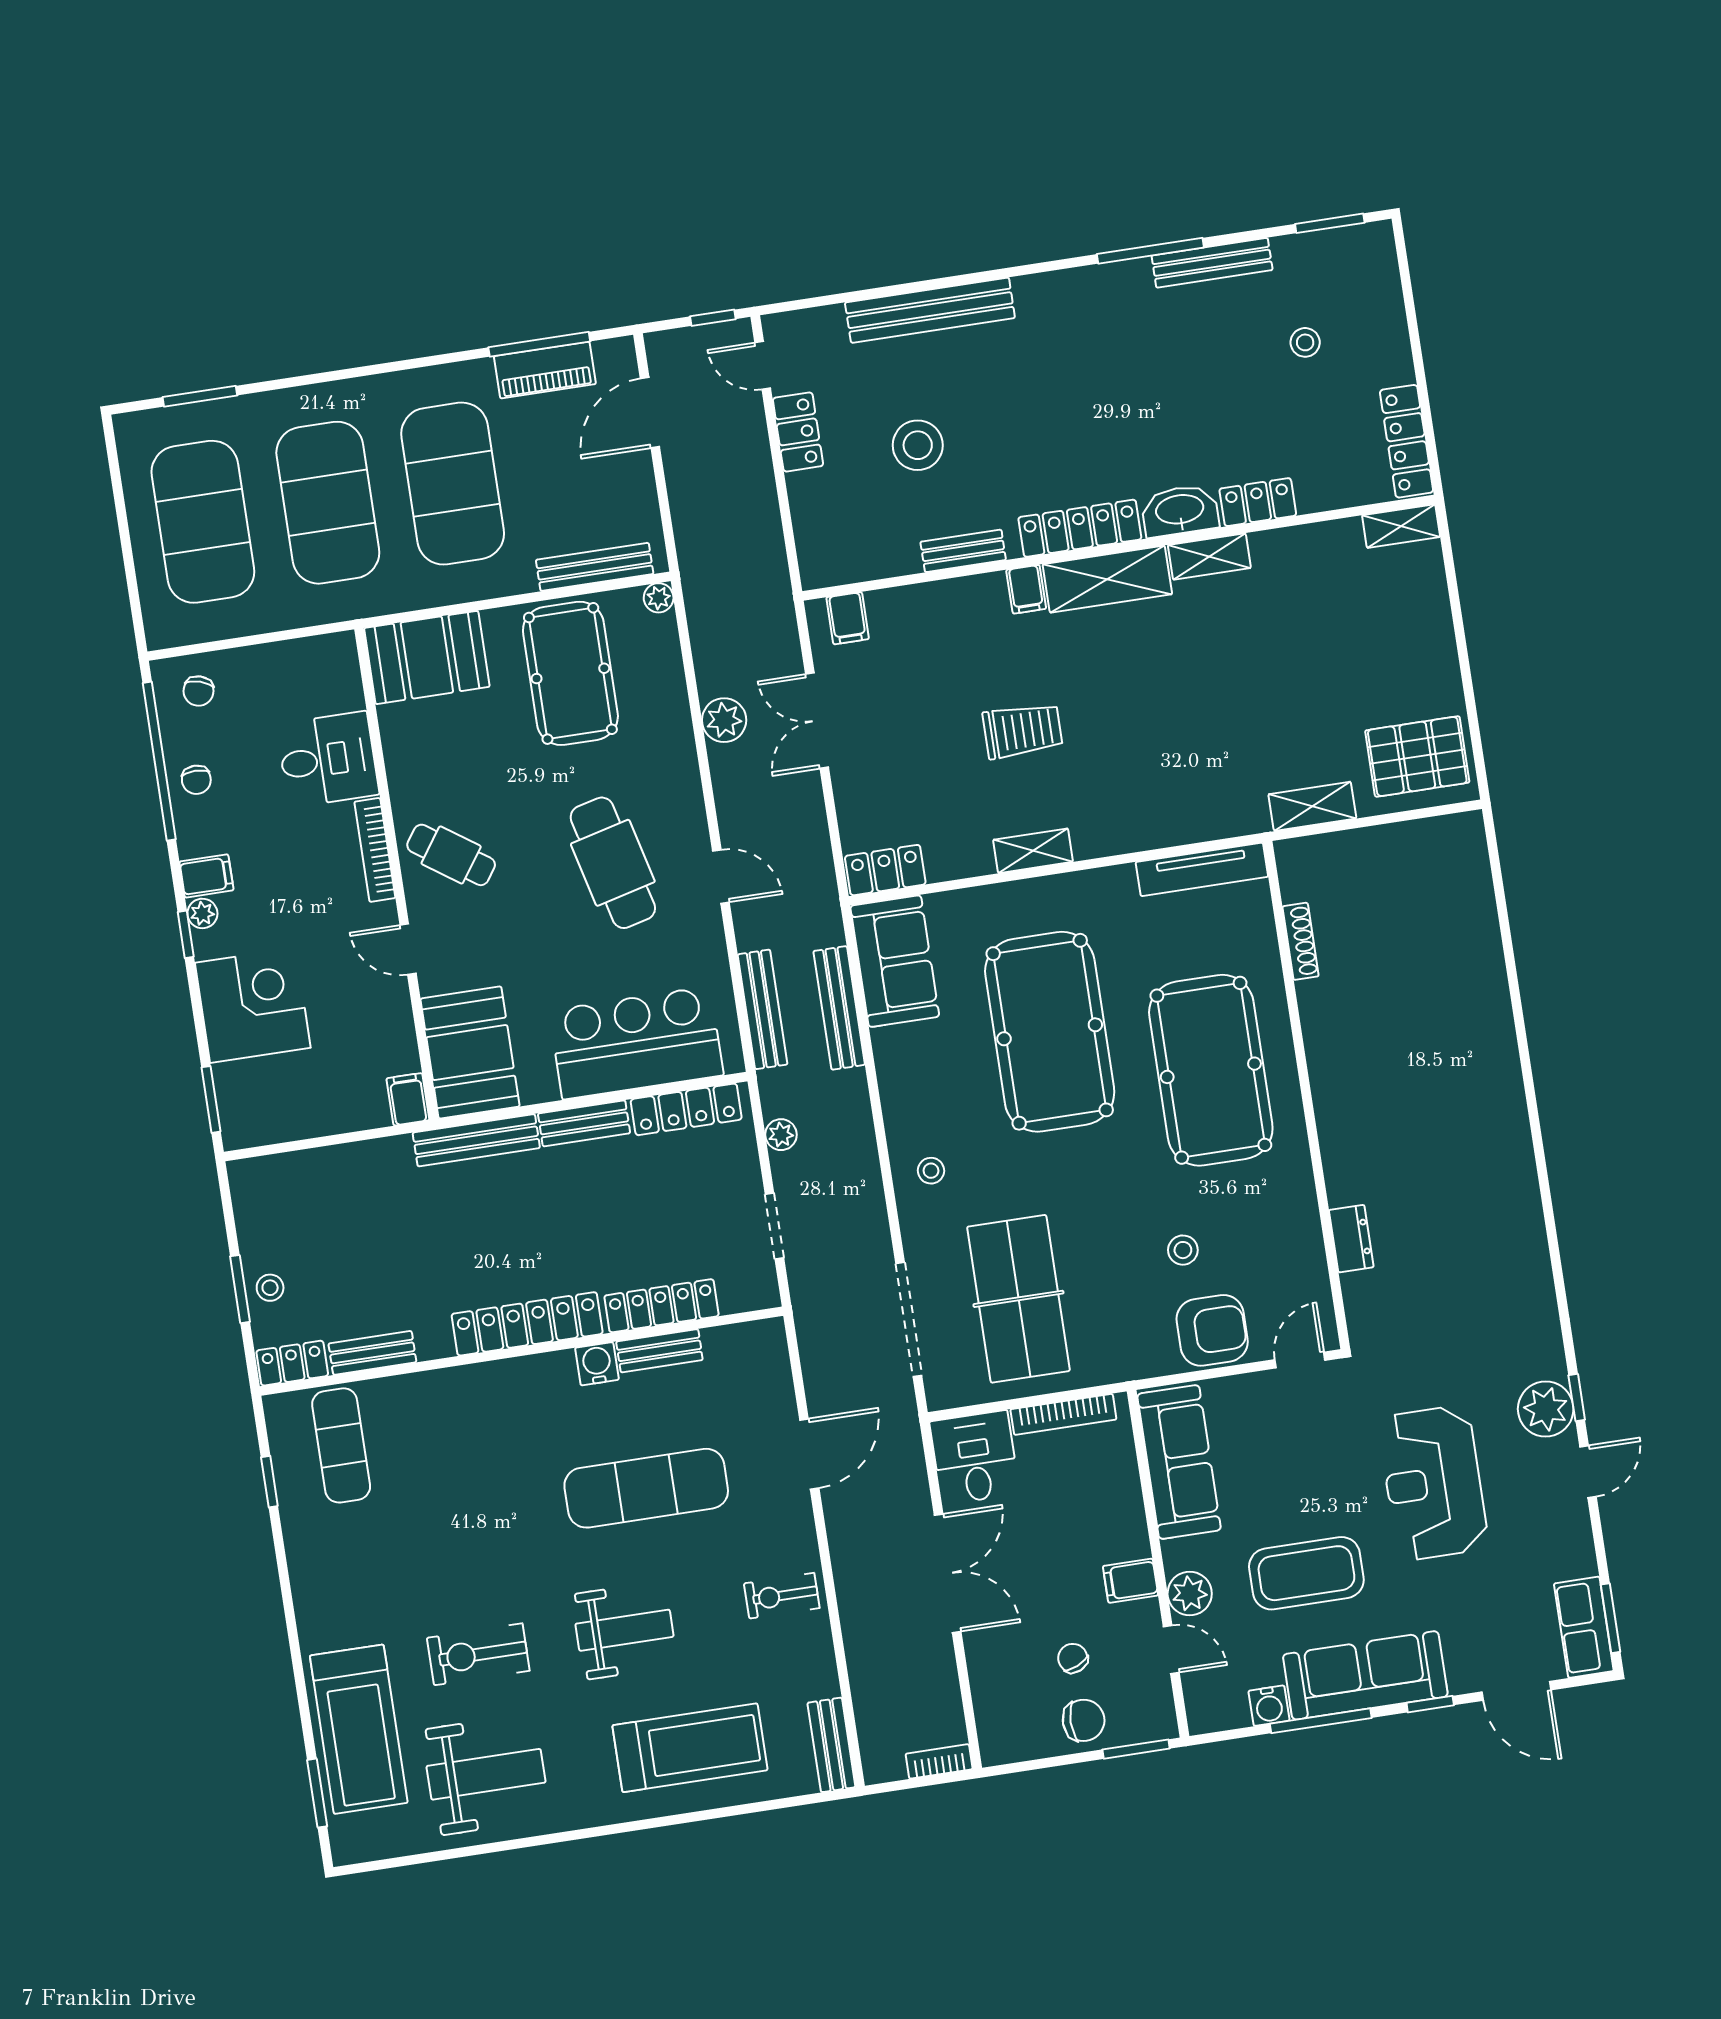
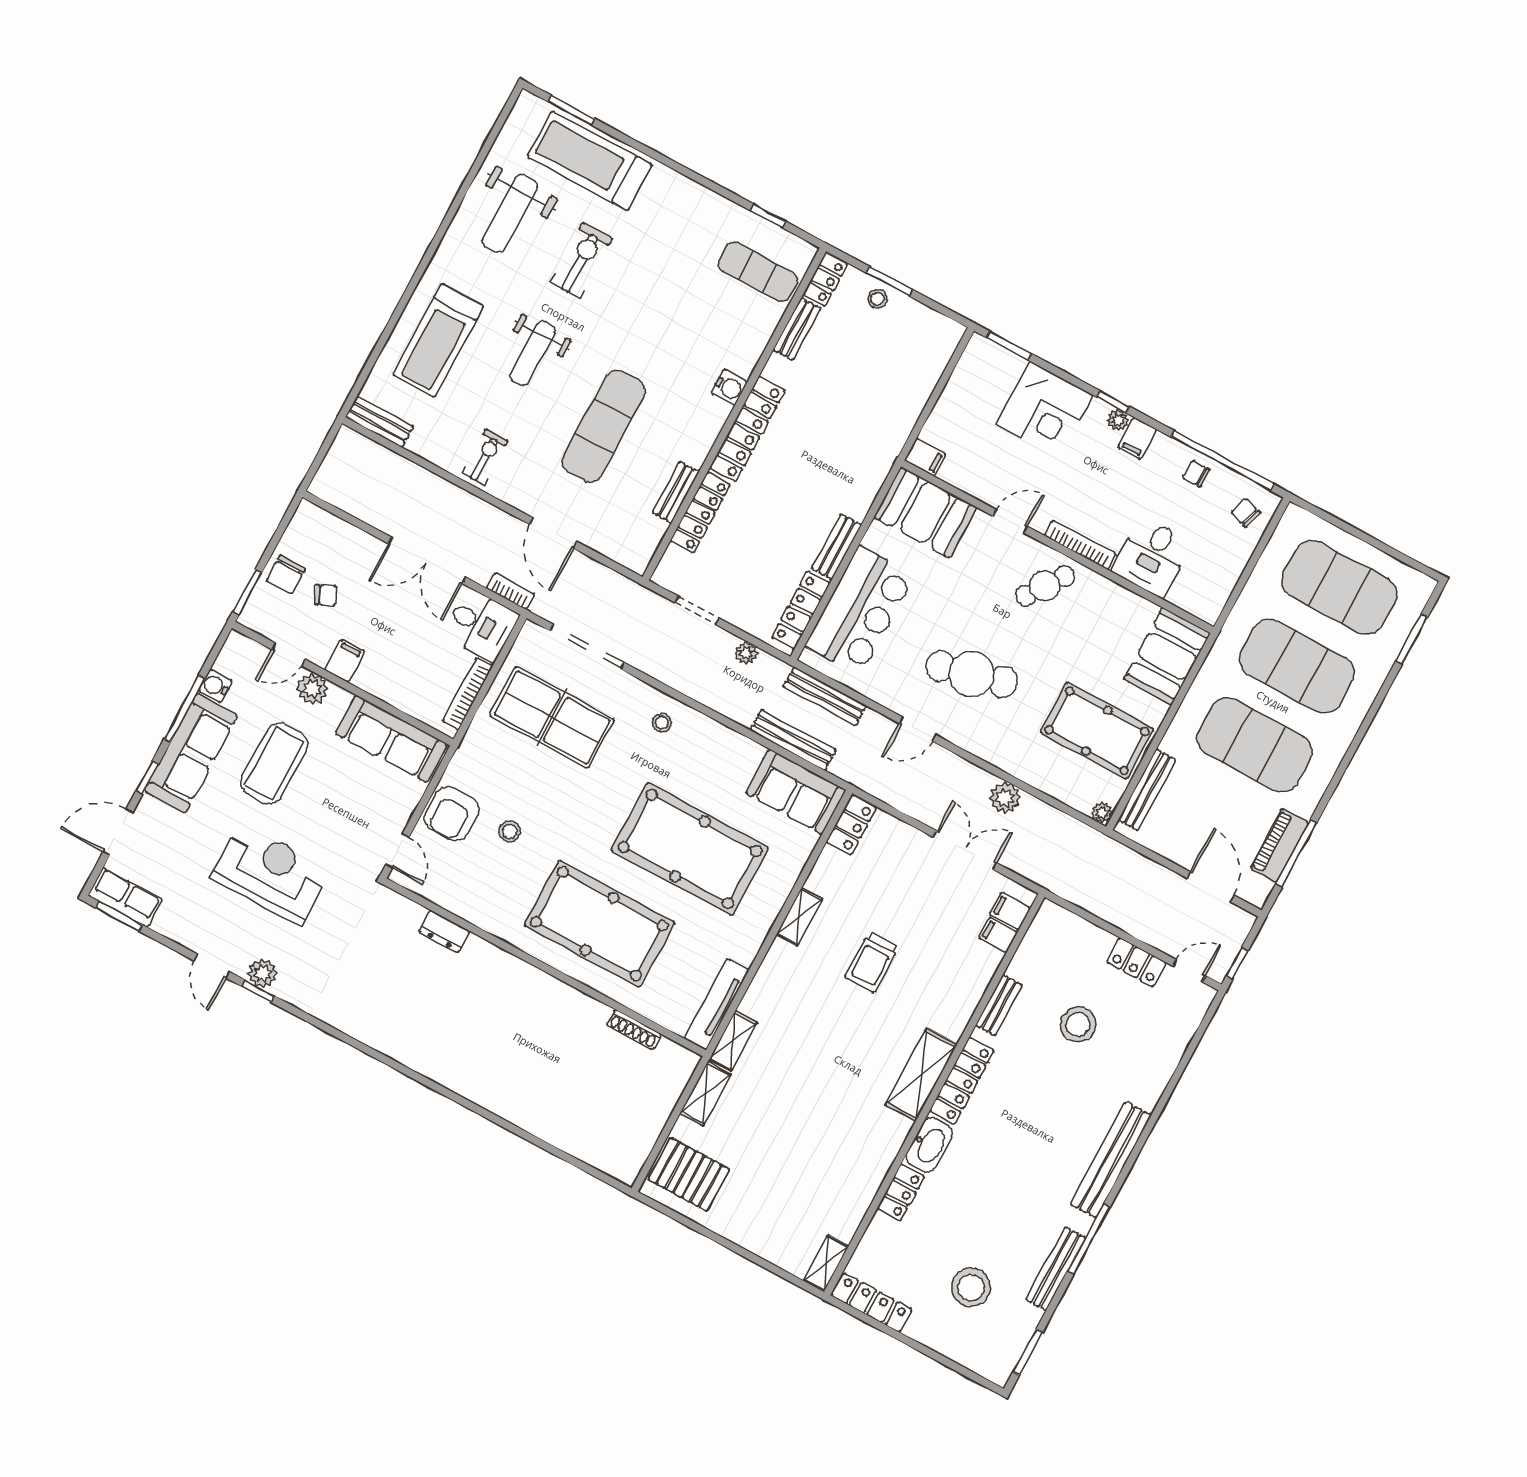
bench: (930, 310) -> (1111, 1160), moved
stool: (1305, 342) -> (971, 1287), width x1.89, depth x1.89
shelving: (1209, 556) -> (733, 1041), moved
filing cabinet: (1026, 589) -> (998, 935), moved
pallet: (1417, 756) -> (689, 1174), turned 90
bench: (476, 1140) -> (873, 478), removed
water cooler: (597, 1364) -> (729, 388), moved
plant: (1546, 1409) -> (263, 973), width x0.73, depth x0.73
bookcase: (939, 1761) -> (510, 591), moved, turned -90

